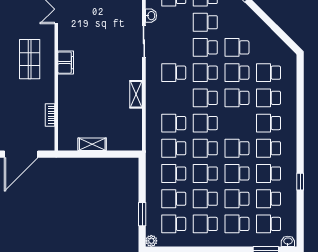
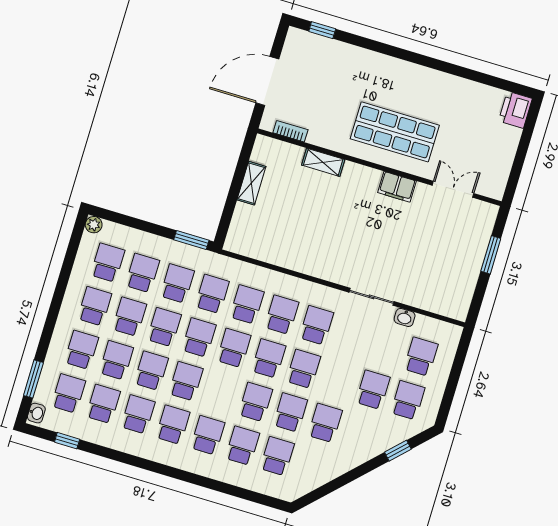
school desk: (205, 47) -> (282, 315), moved
shop shelf: (30, 59) -> (395, 132), width x1.43, depth x1.36
filing cabinet: (66, 63) -> (397, 187), moved
shelving: (136, 94) -> (323, 162), moved
bookcase: (50, 115) -> (290, 131), moved
door: (21, 154) -> (267, 81), hinge flipped
window: (300, 182) -> (67, 441), moved
window: (142, 214) -> (191, 240), moved

